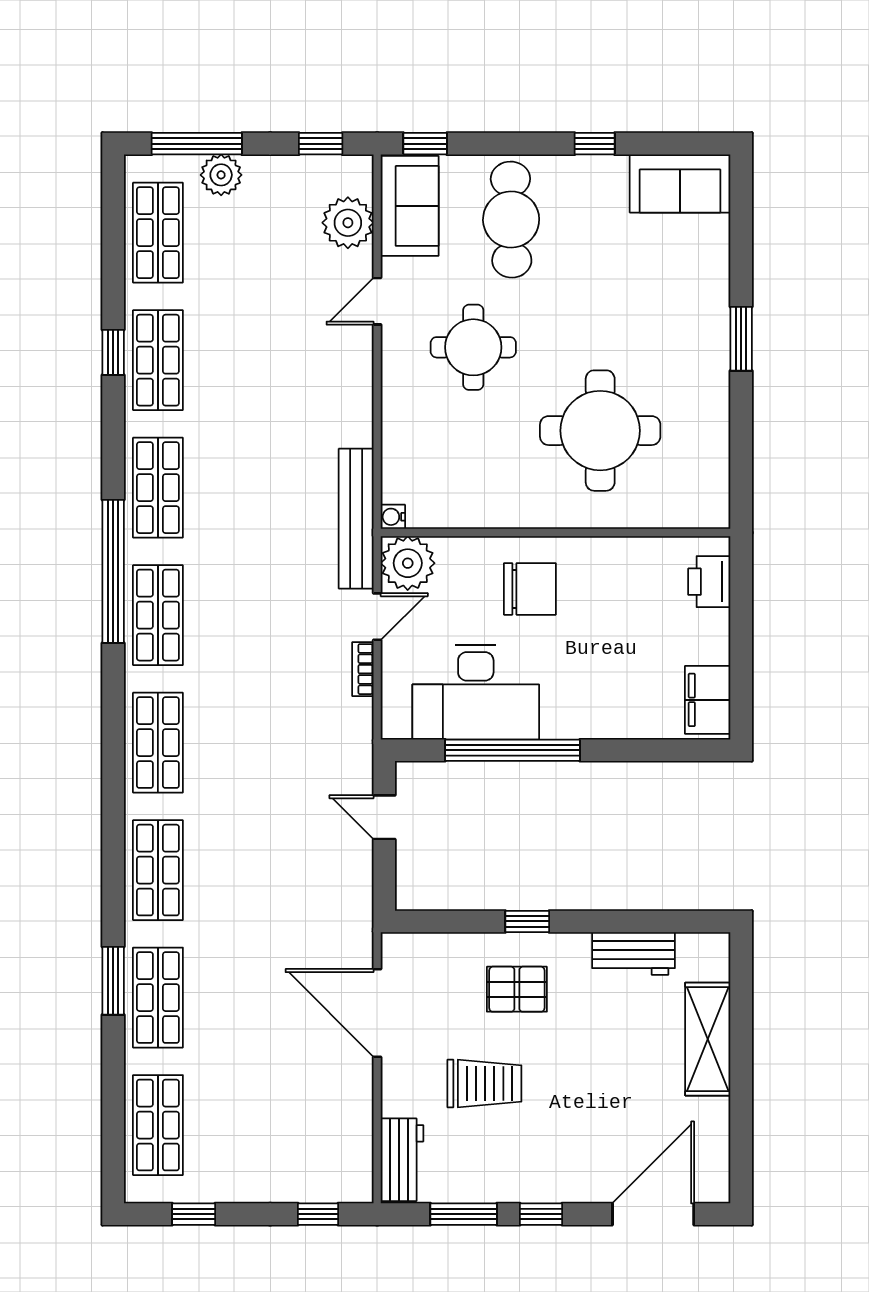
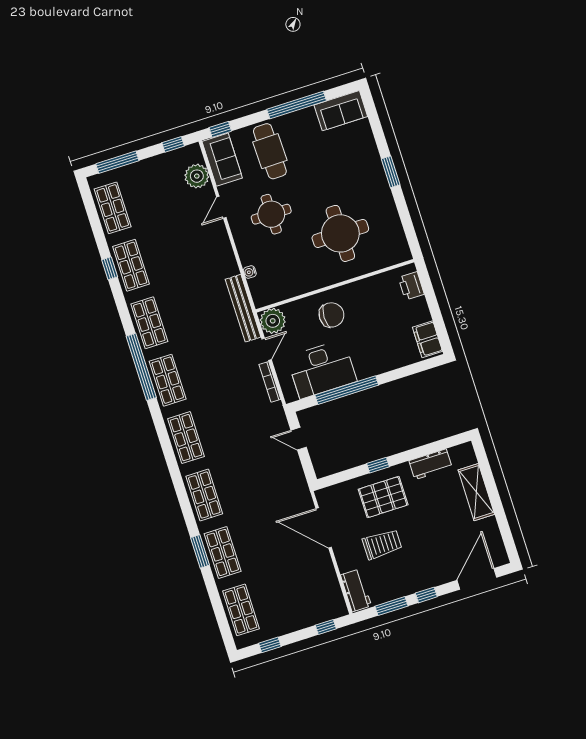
window: (595, 144) -> (297, 105), width x3.17
plant: (221, 175) -> (133, 173), removed
water cooler: (393, 517) -> (250, 272), moved
bookcase: (363, 669) -> (270, 382), width x1.56
pallet: (517, 989) -> (383, 497), width x1.50, depth x1.42

